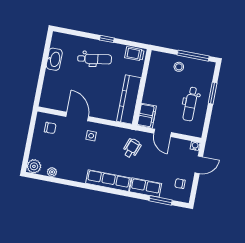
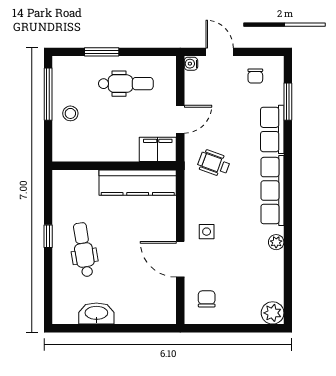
trolley: (134, 54) -> (63, 188), removed
door: (77, 116) -> (180, 259), hinge flipped
plant: (52, 172) -> (276, 242), moved

